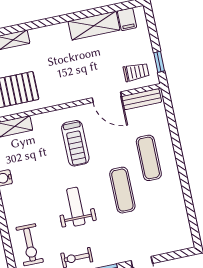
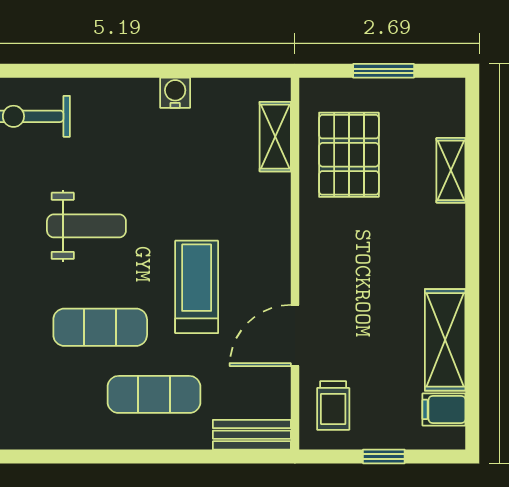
window: (159, 62) -> (384, 456), moved
bench: (142, 99) -> (252, 435), moved, turned 90
treadmill: (75, 143) -> (197, 287), moved, turned 90

